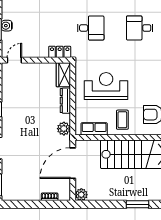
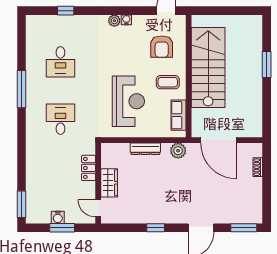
locker: (60, 52) -> (88, 168), moved
wardrobe: (63, 75) -> (109, 183), moved, turned -90
reception desk: (106, 86) -> (128, 101), turned 180
plant: (81, 195) -> (255, 130), removed

